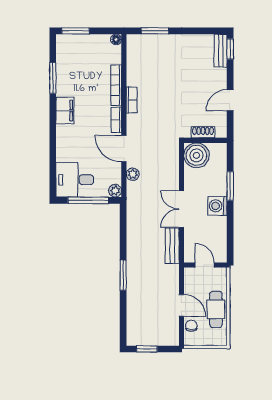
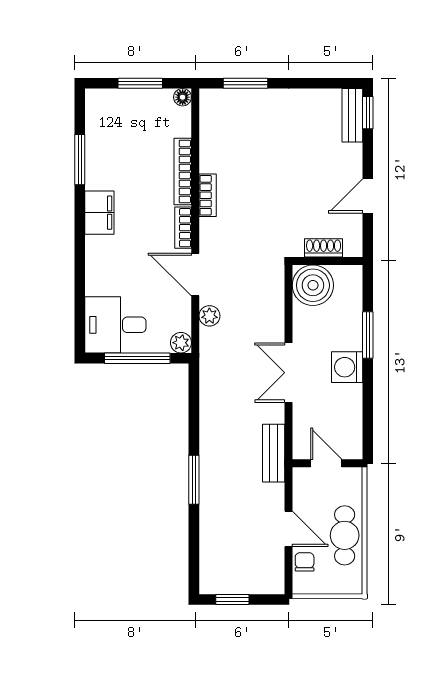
window: (76, 31) -> (140, 83), moved
bench: (172, 246) -> (274, 453), moved

